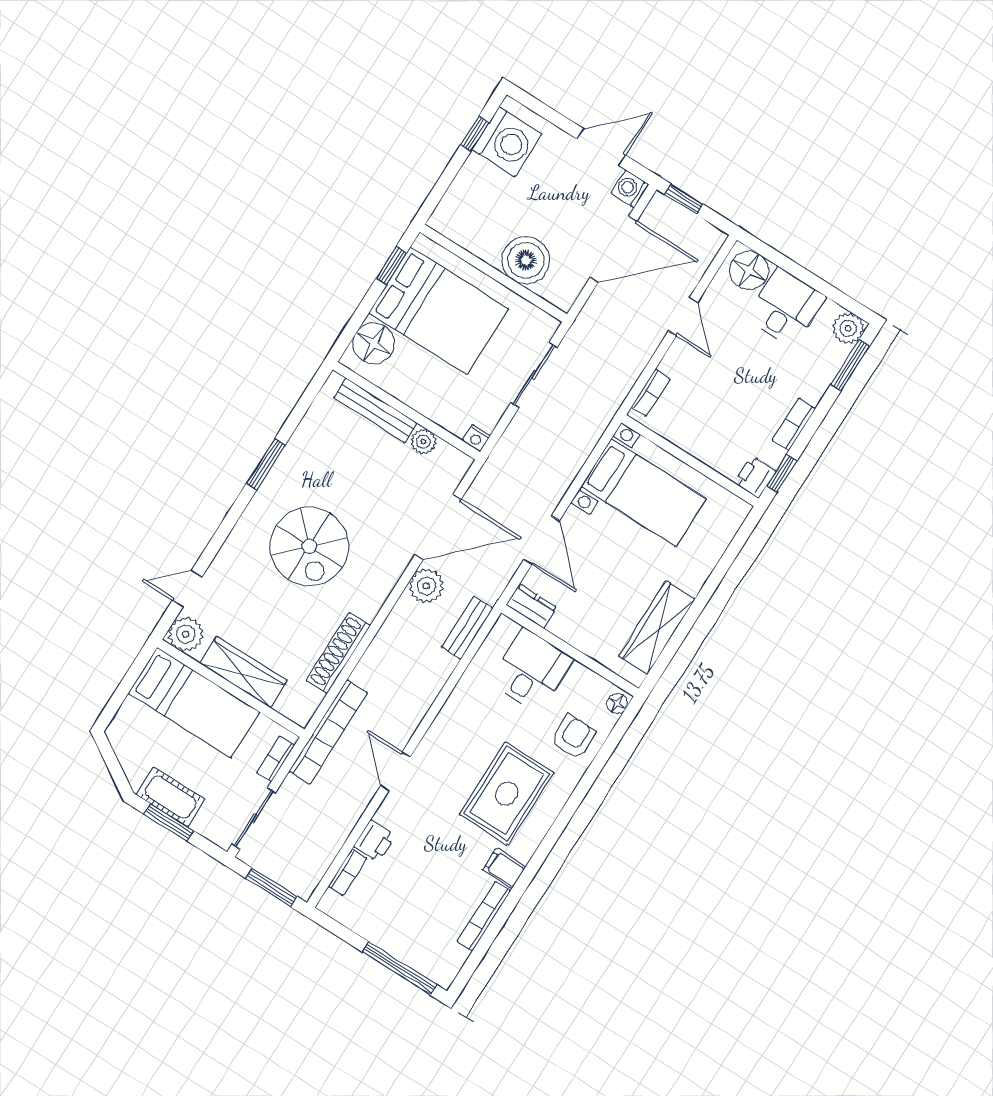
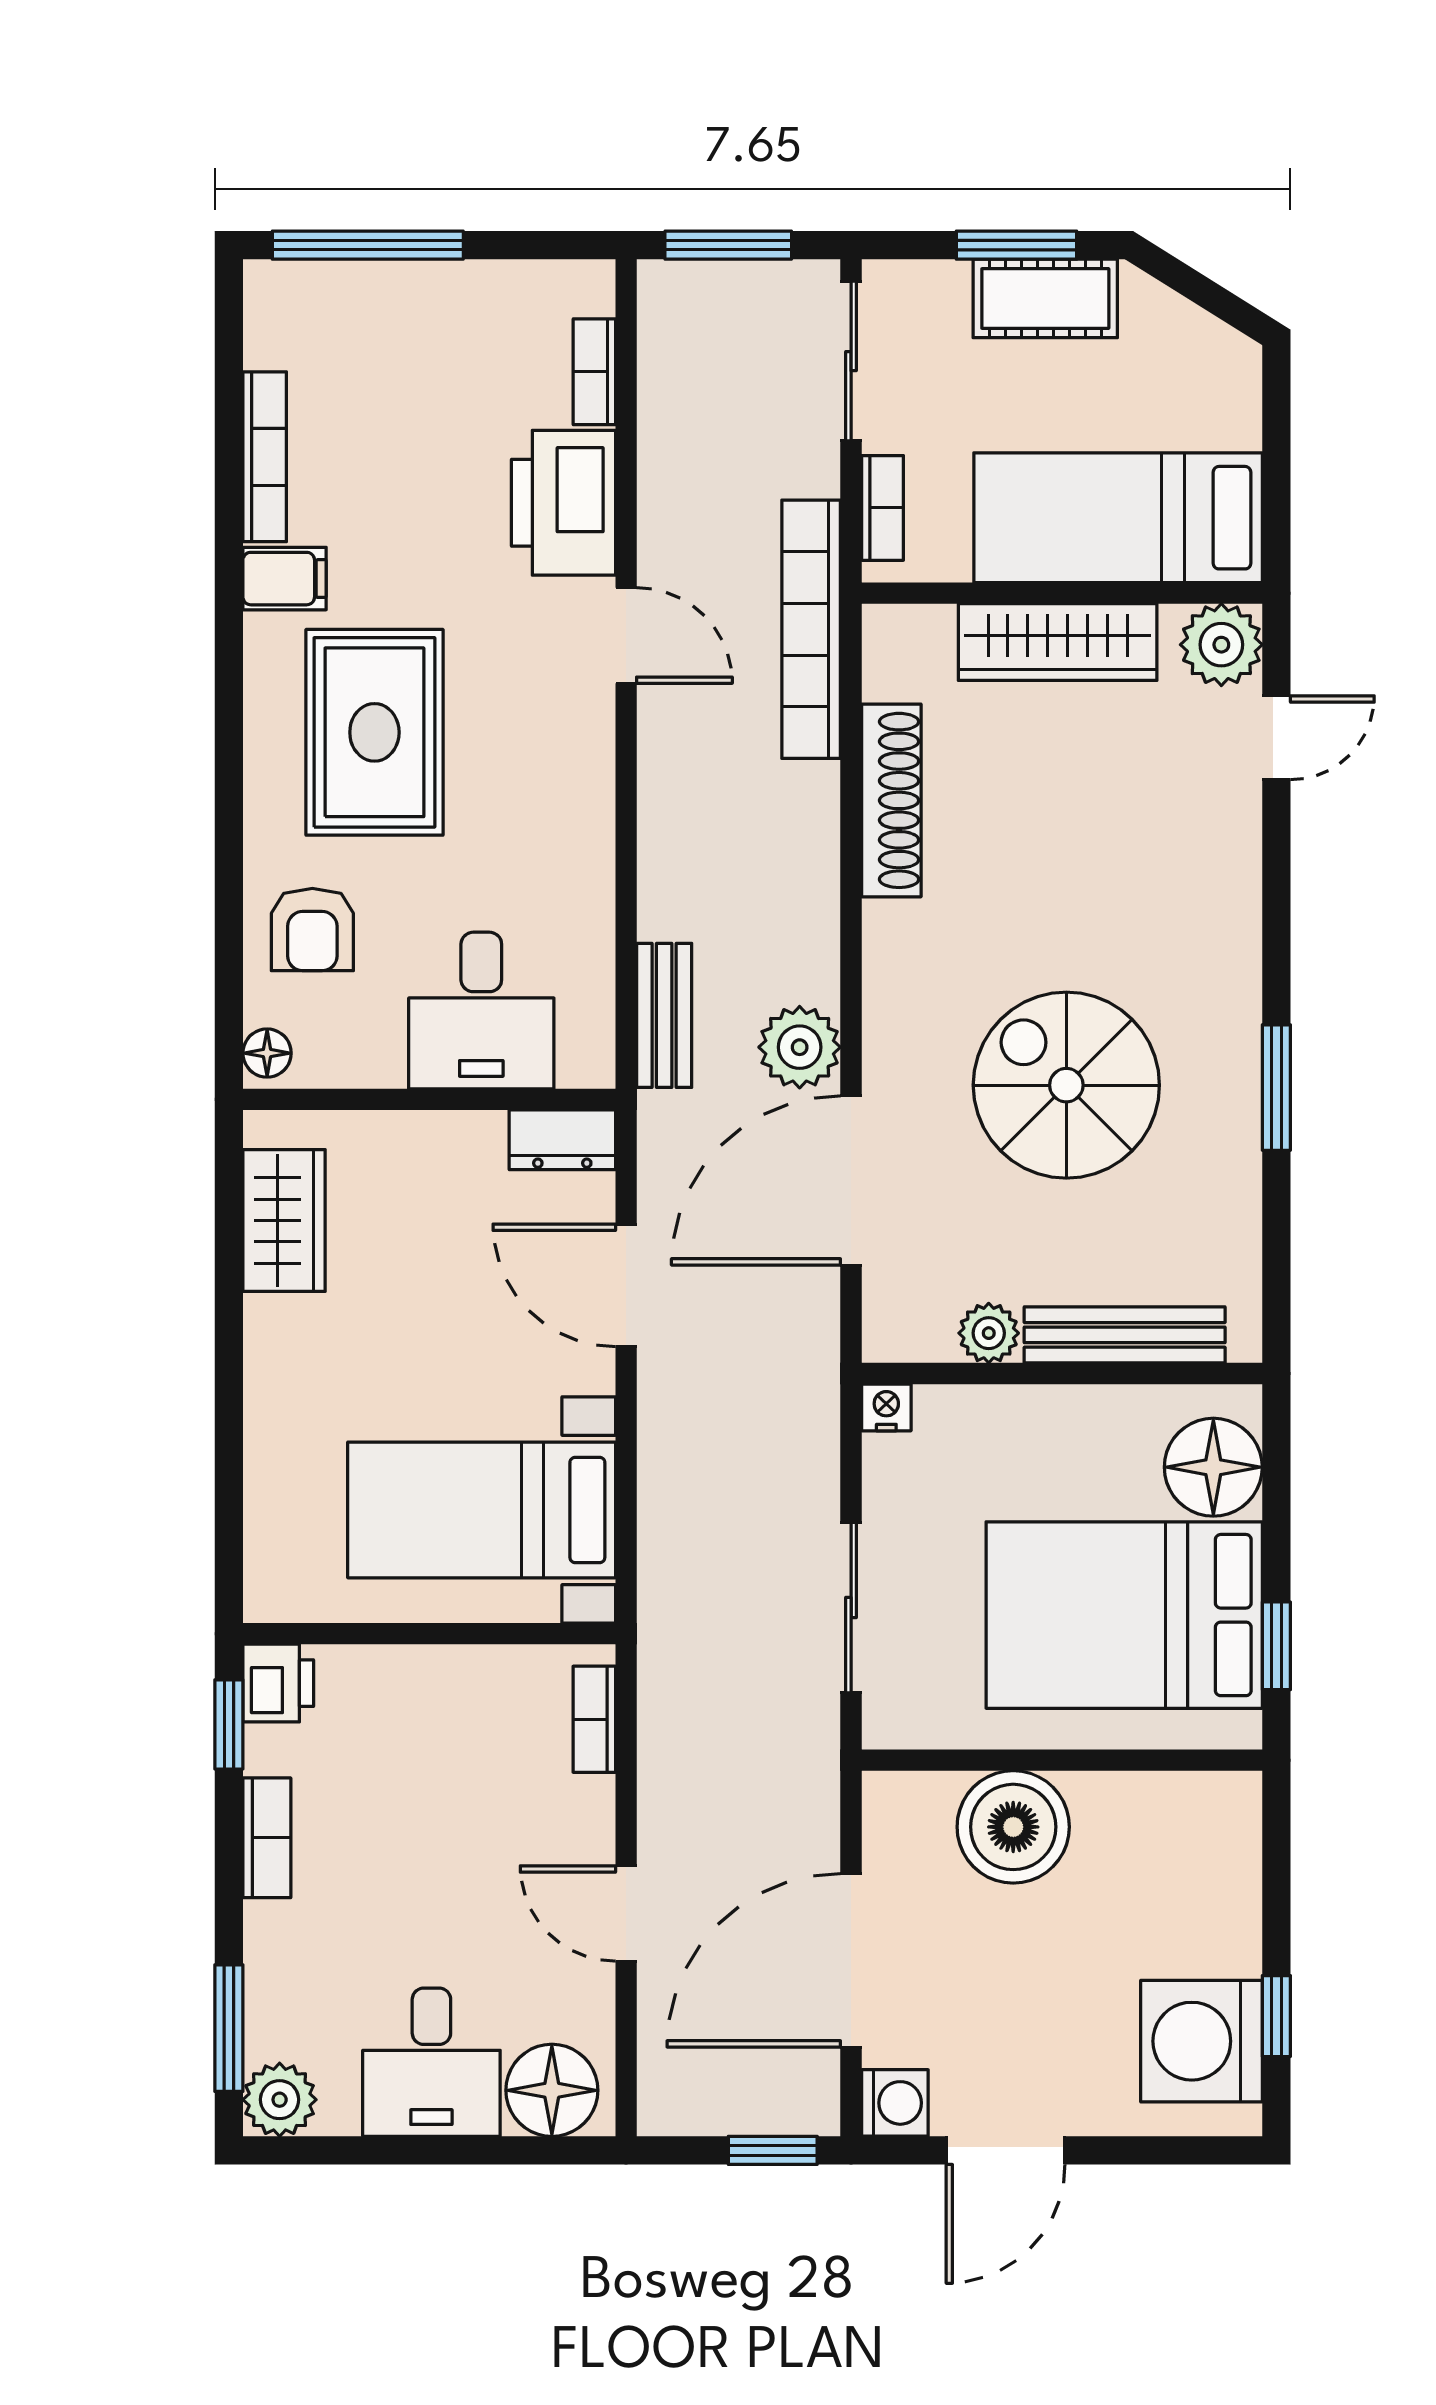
spiral stairs: (309, 546) -> (1066, 1085), moved
wardrobe: (657, 628) -> (284, 1220), width x0.67
printer: (374, 841) -> (563, 503), width x1.87, depth x1.48

